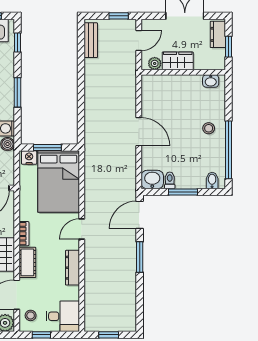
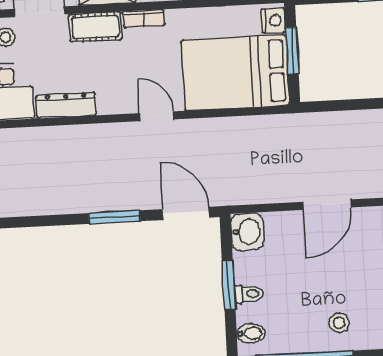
toilet: (170, 180) -> (249, 294), moved
dresser: (72, 268) -> (66, 105), moved

